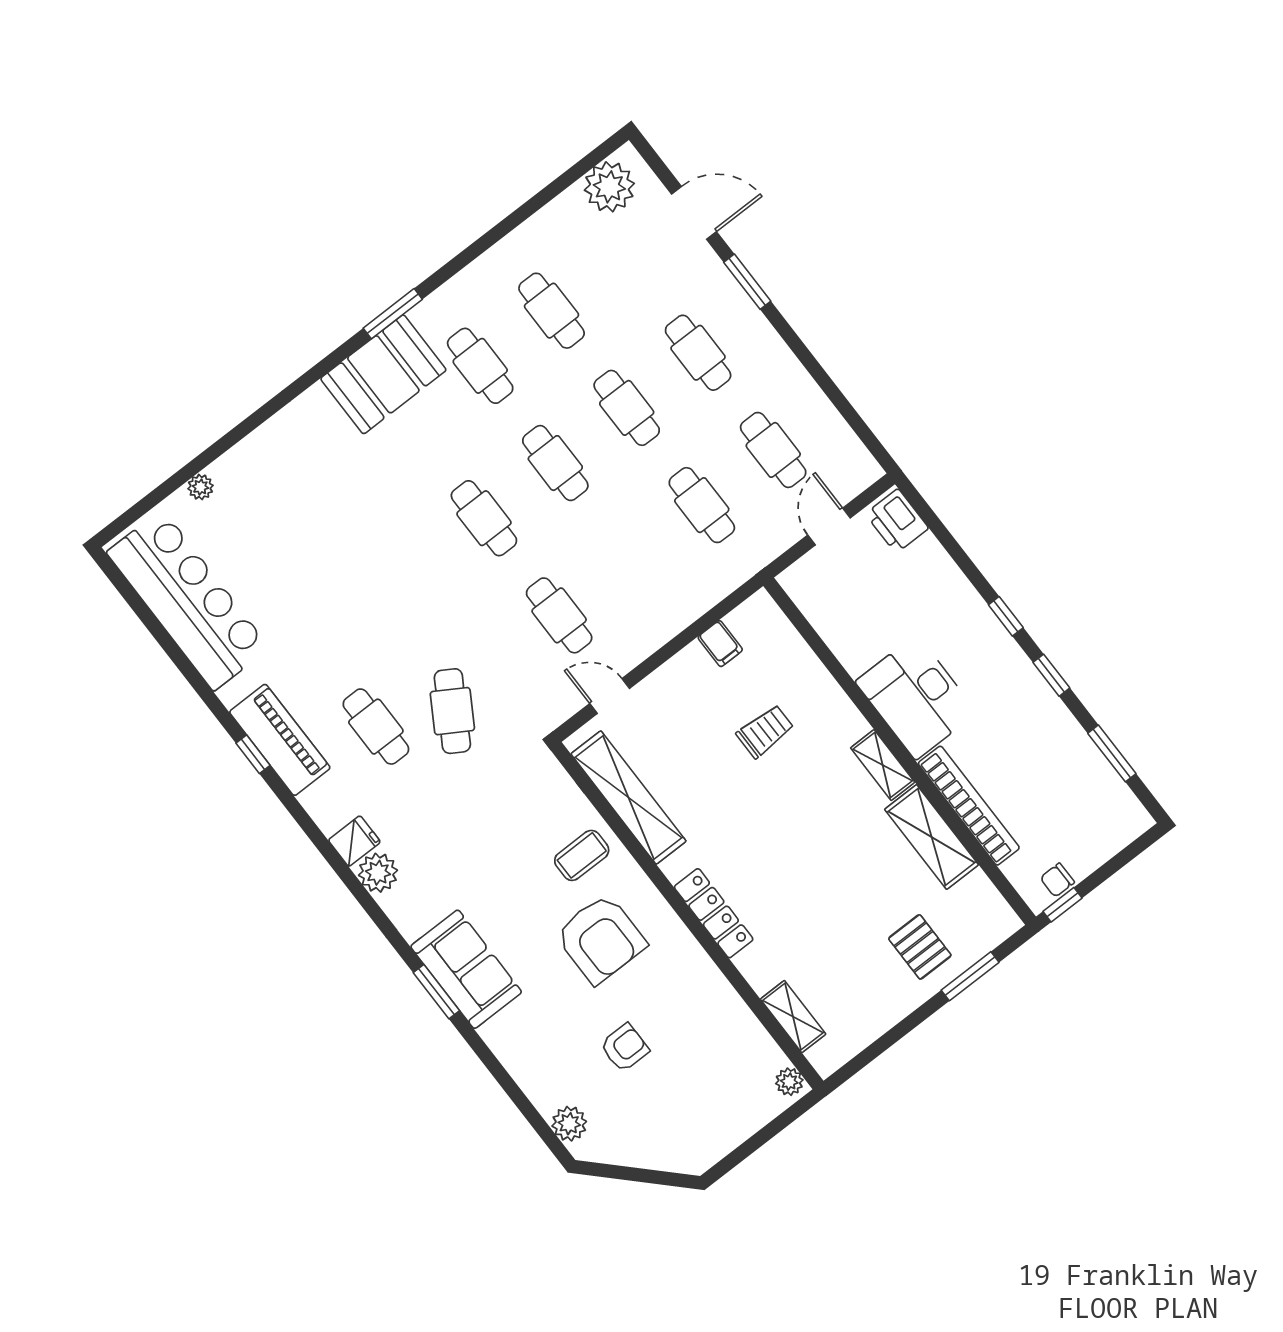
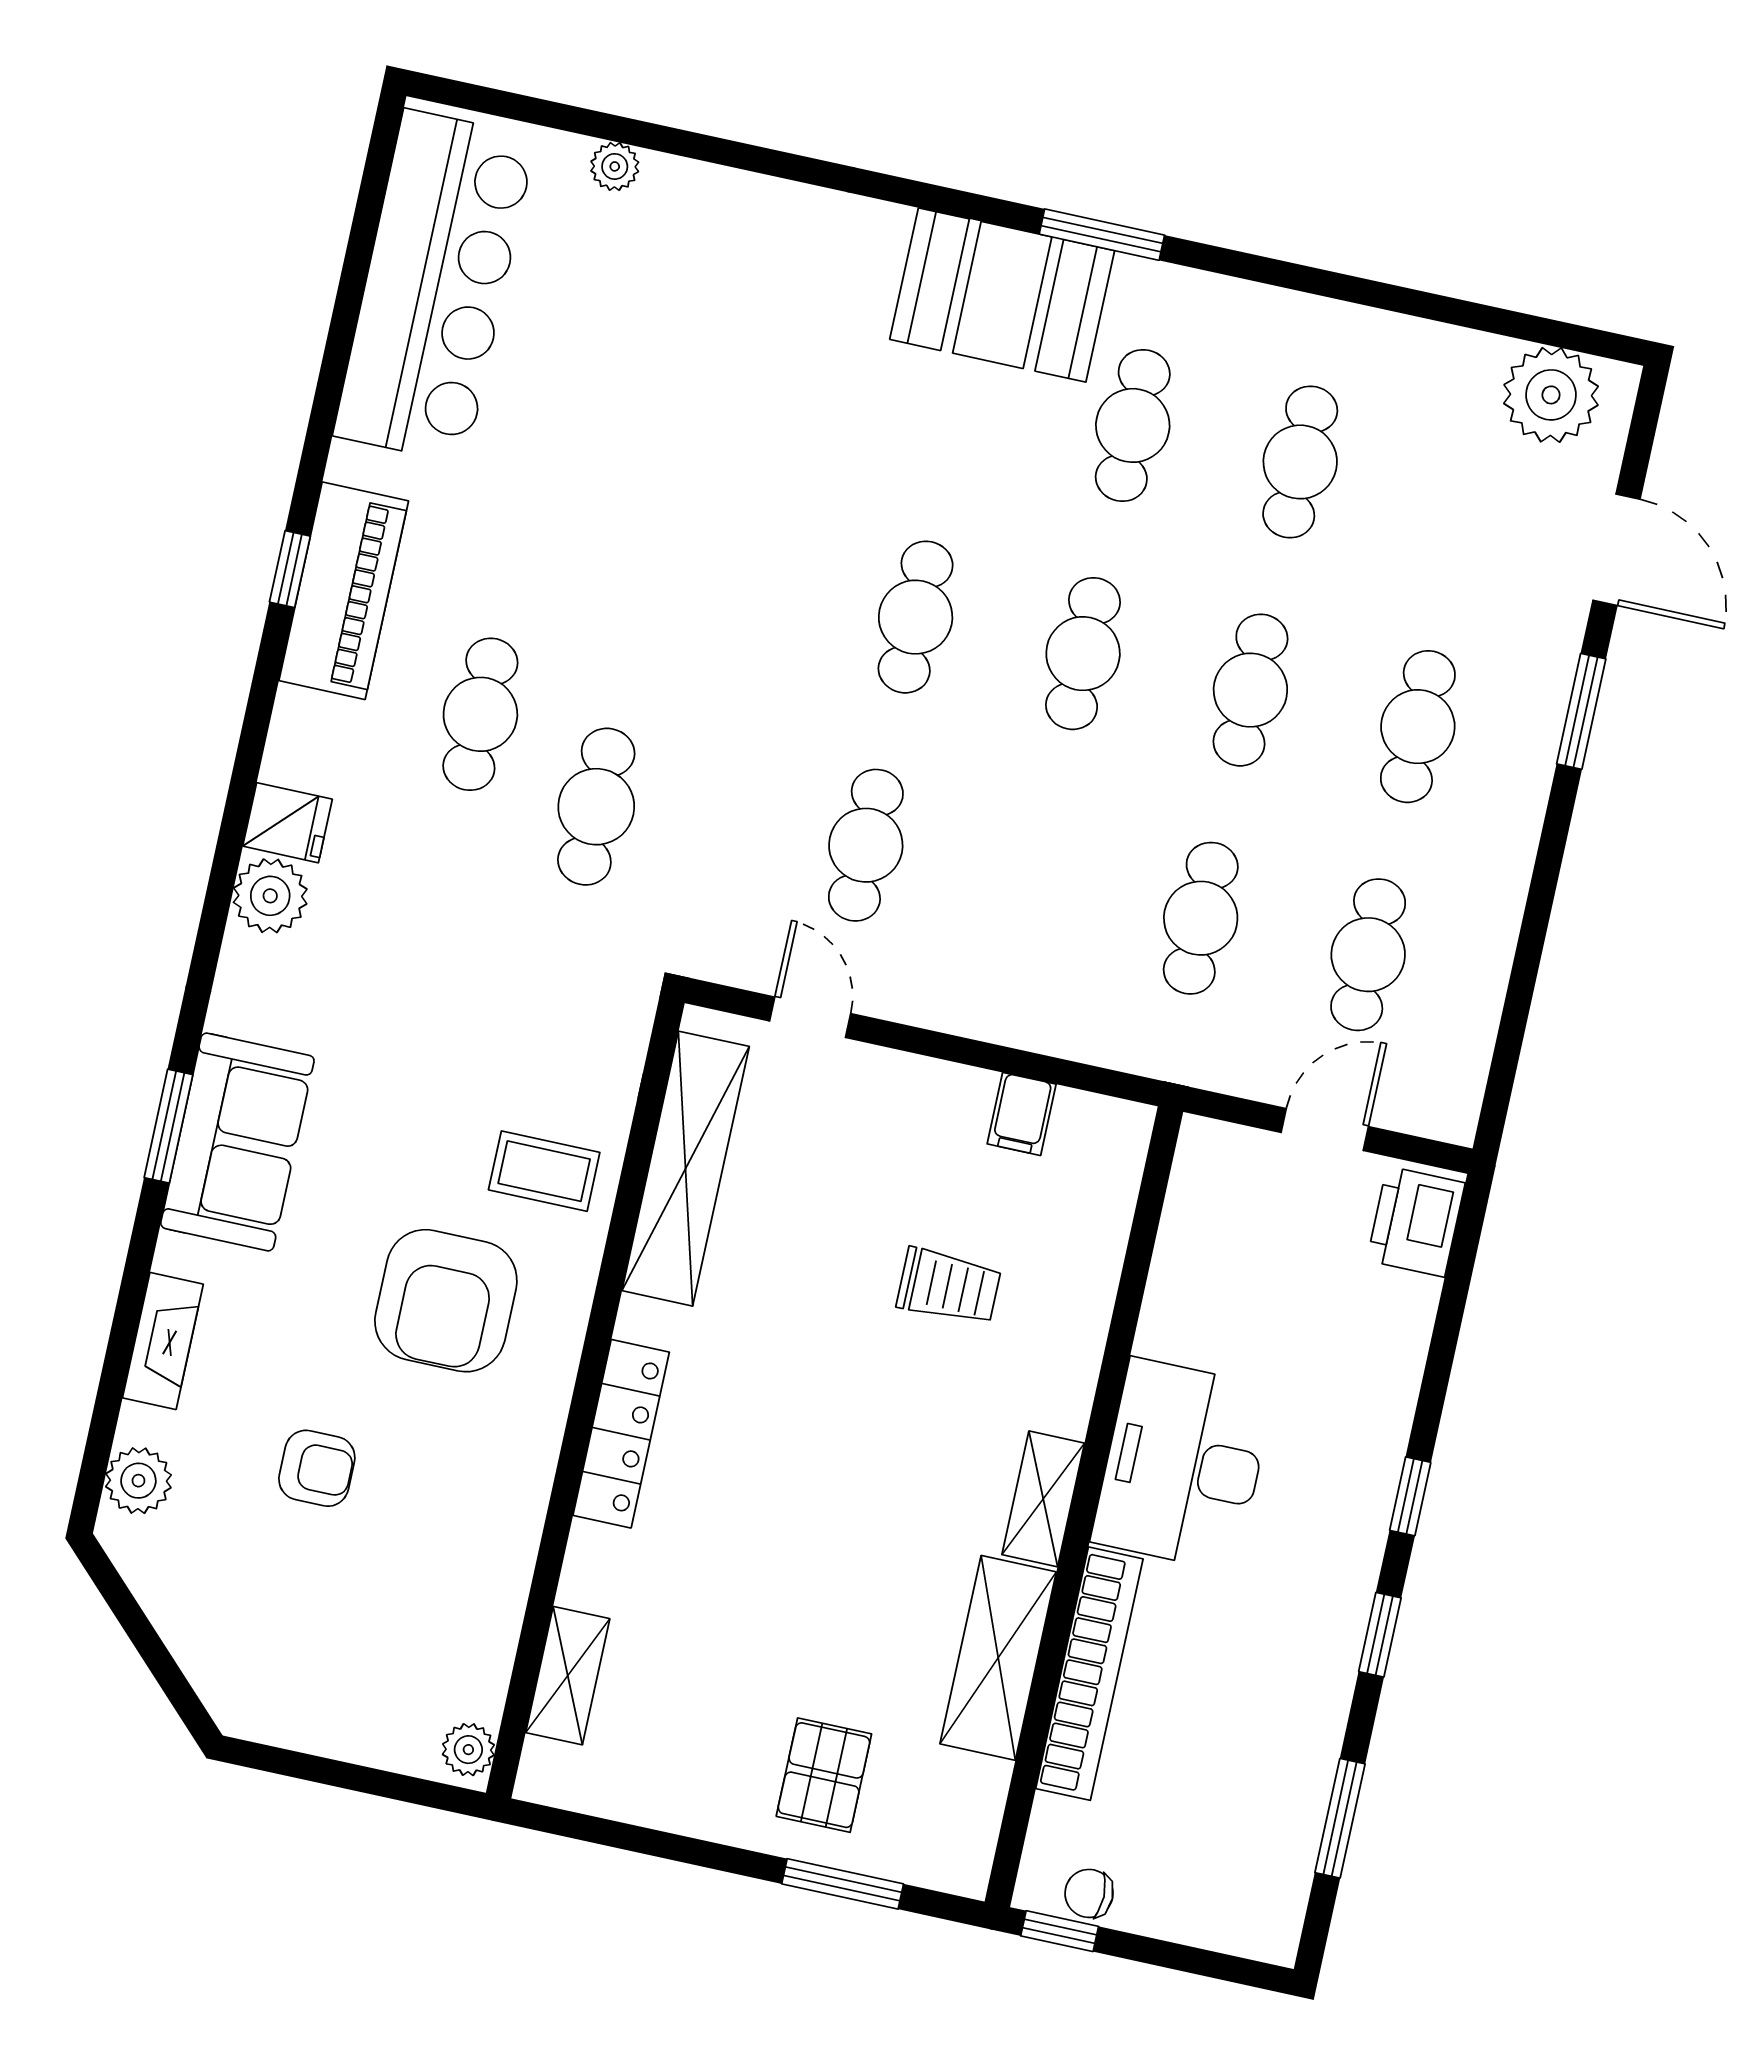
cafe table: (452, 711) -> (596, 807), turned -31
fireplace: (521, 1067) -> (163, 1341), added

